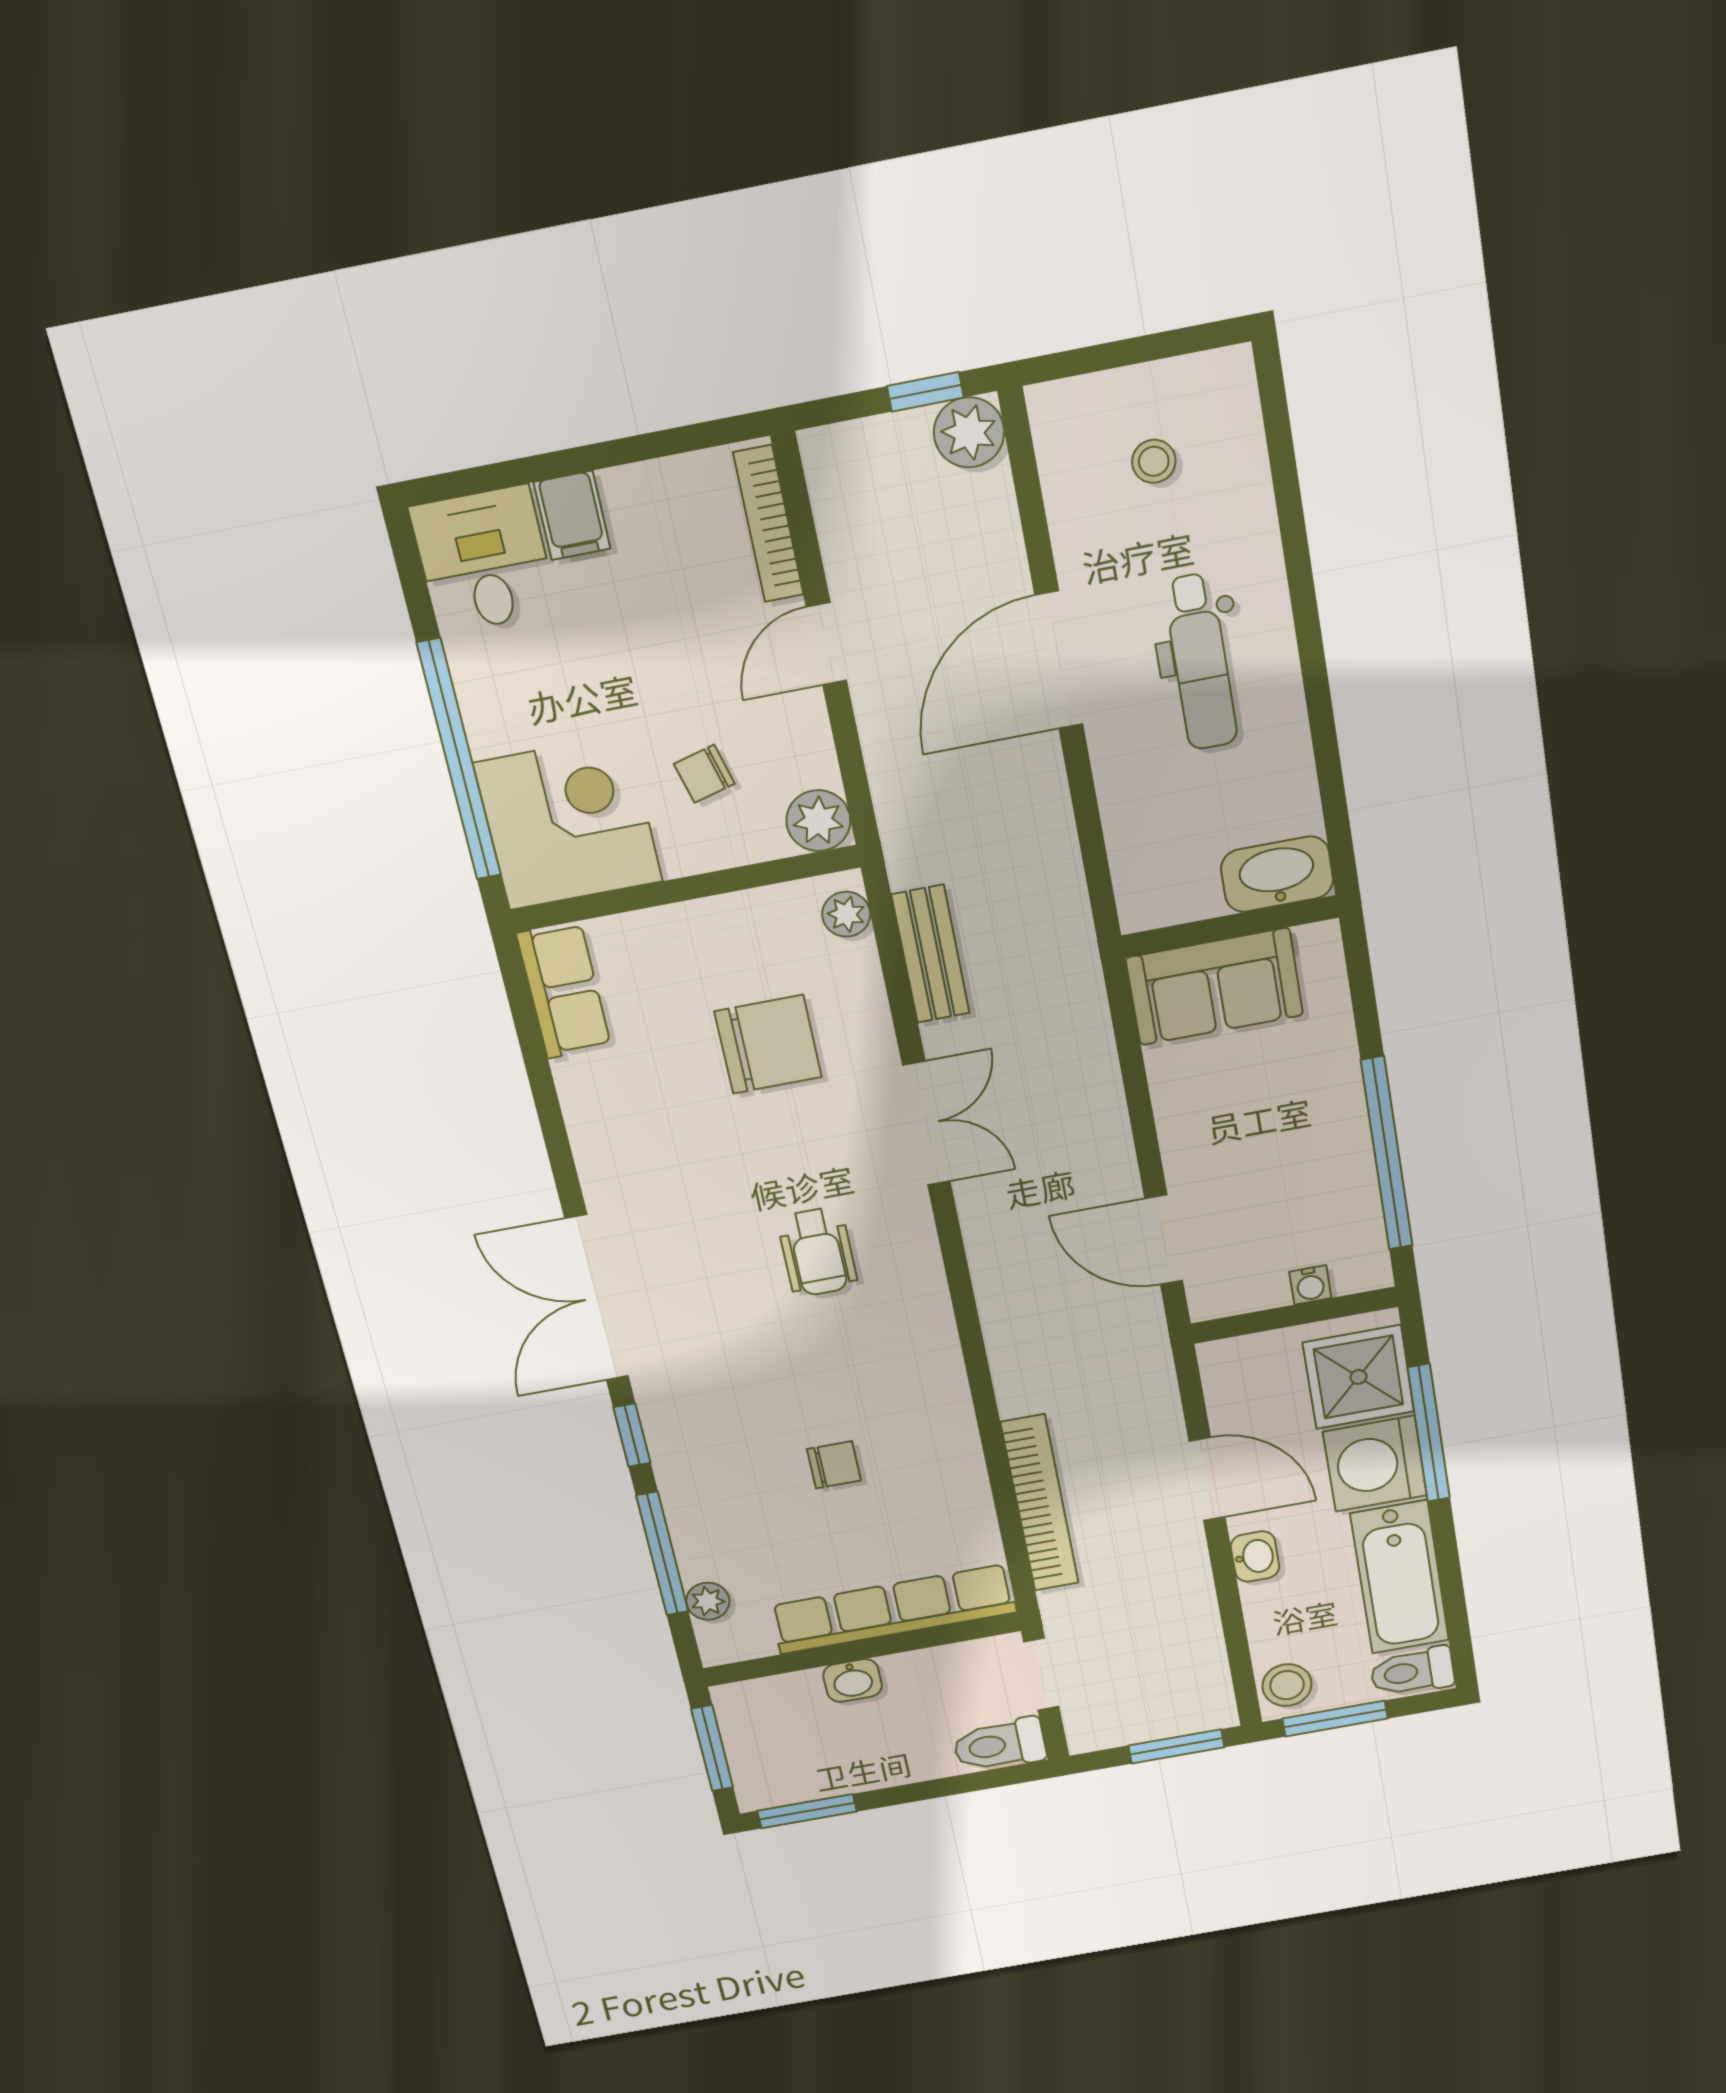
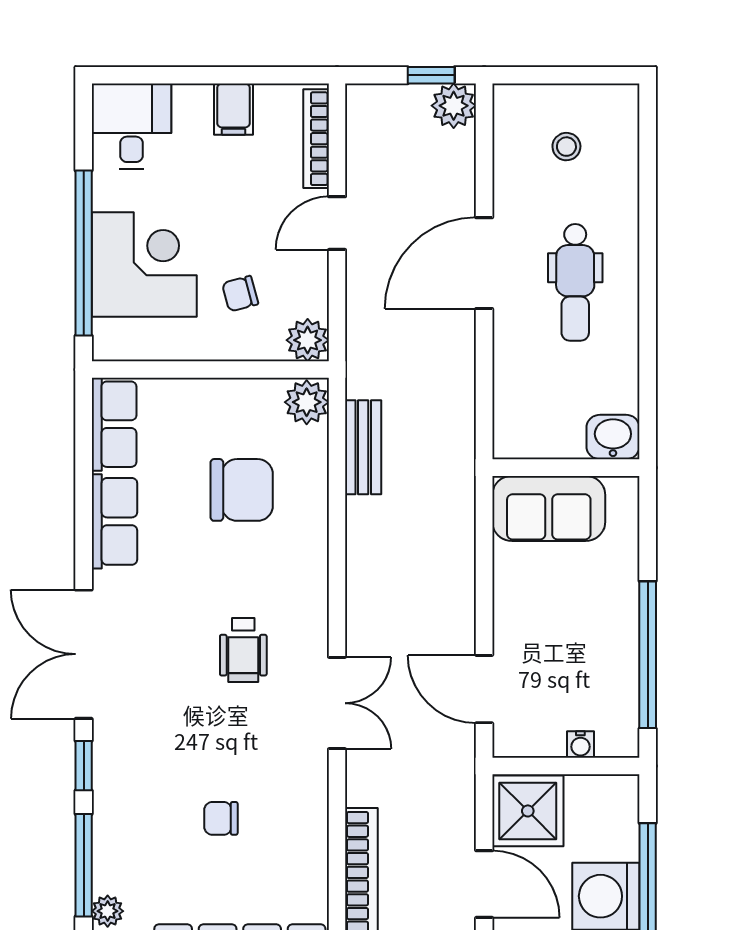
filing cabinet: (572, 515) -> (234, 109), moved
corner desk: (568, 822) -> (144, 265), moved
washbasin: (1277, 874) -> (613, 437), width x0.72
plant: (846, 914) -> (307, 402), width x1.38, depth x1.38
row of seats: (597, 1120) -> (114, 521), added
double door: (926, 1123) -> (337, 703), moved
shower: (1358, 1377) -> (528, 811), moved
chair: (834, 1465) -> (221, 818), turned 180

